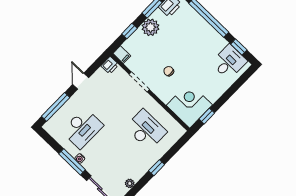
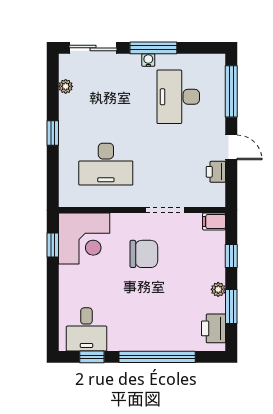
plant: (150, 27) -> (218, 289), width x0.53, depth x0.53
printer: (110, 65) -> (216, 172), moved
chair: (169, 71) -> (144, 254), width x1.87, depth x1.87

